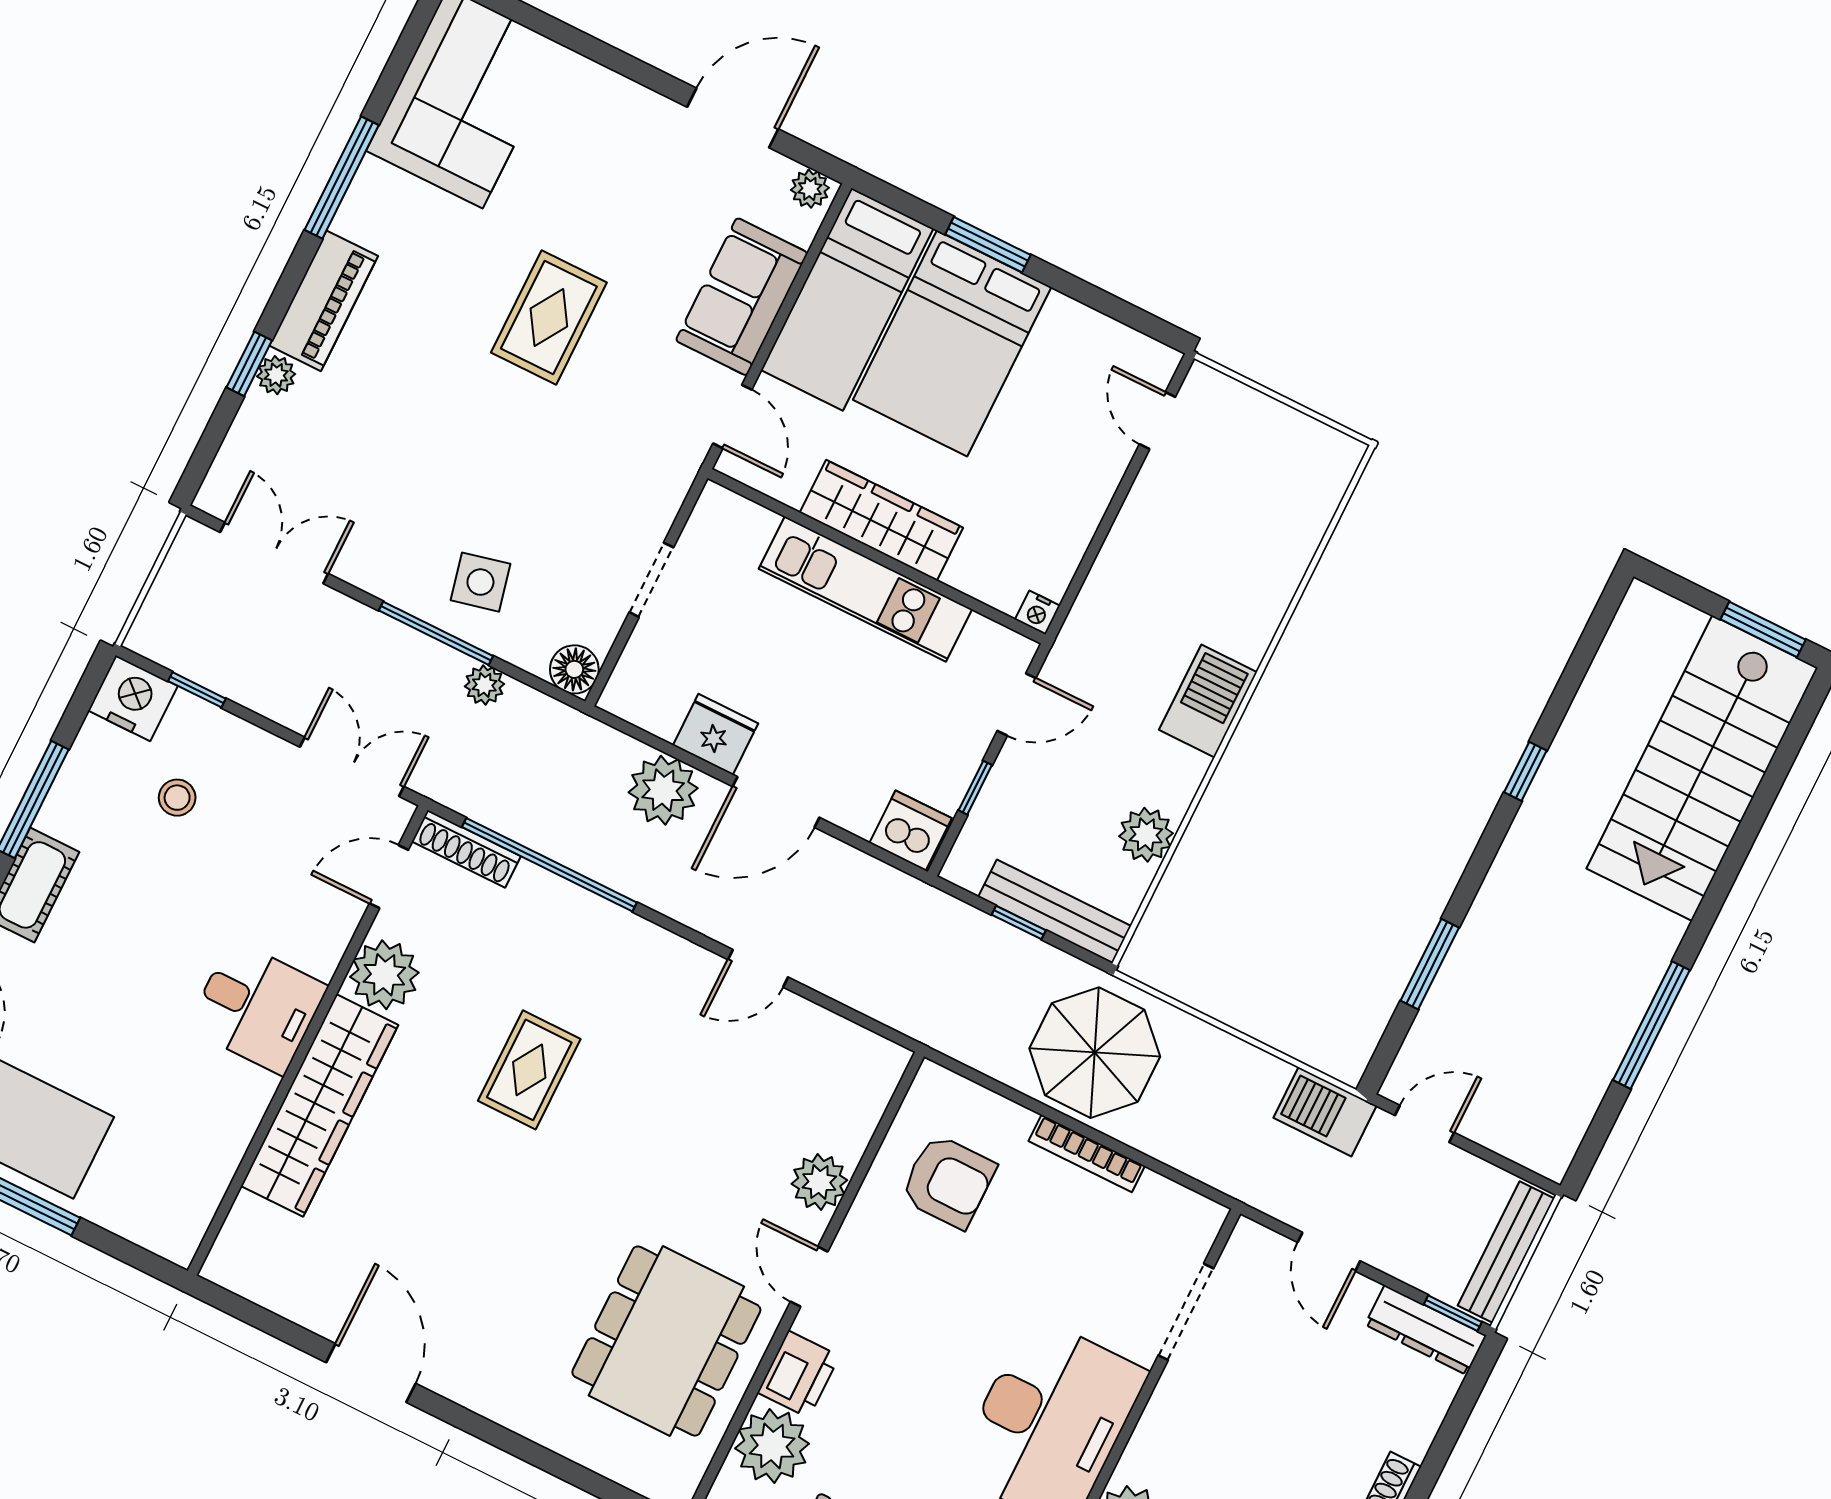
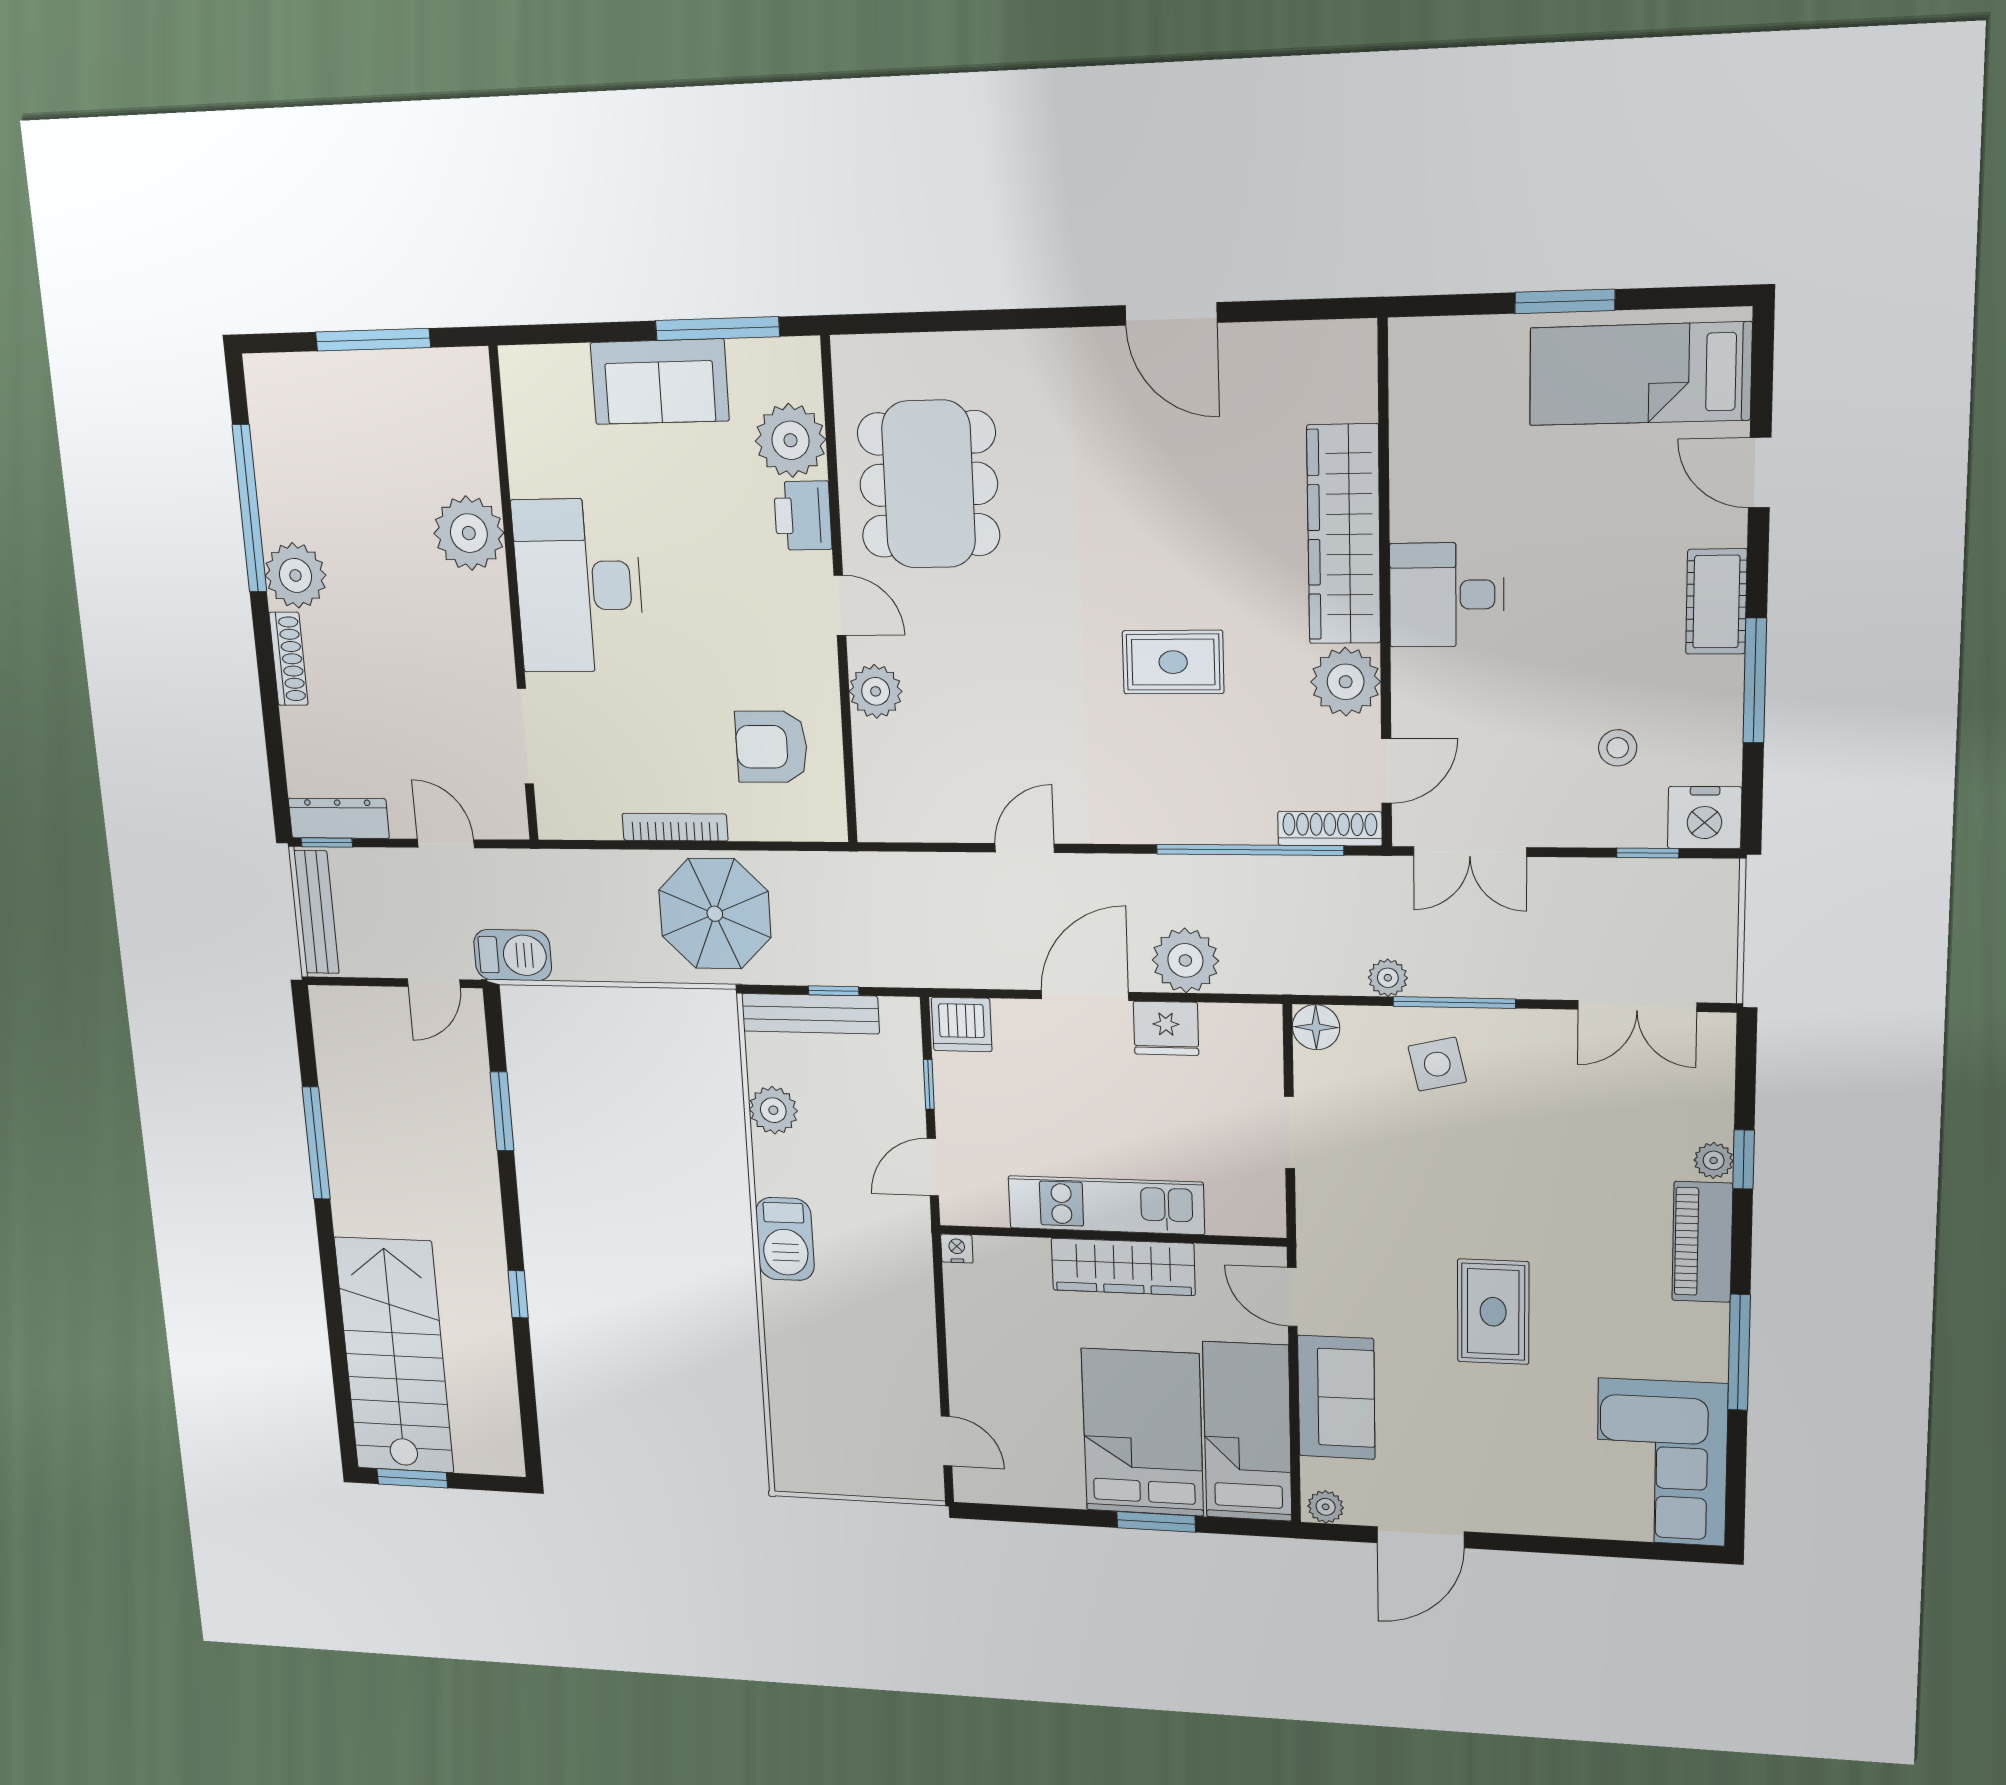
rug: (529, 1070) -> (1173, 662), turned 90

